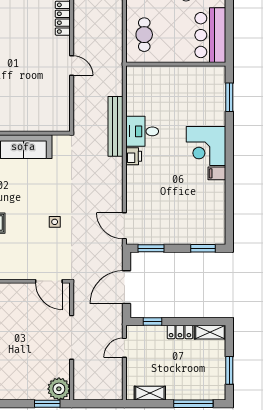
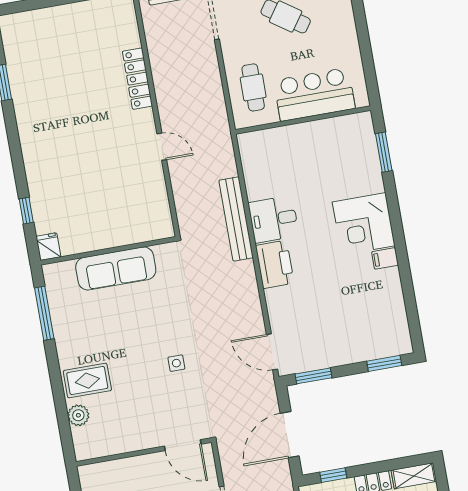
bar counter: (210, 35) -> (314, 94), moved, turned 90
printer: (134, 156) -> (275, 264), width x1.87, depth x1.48

